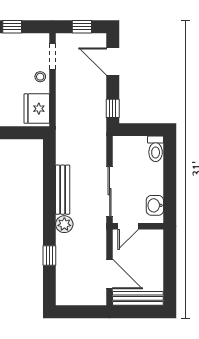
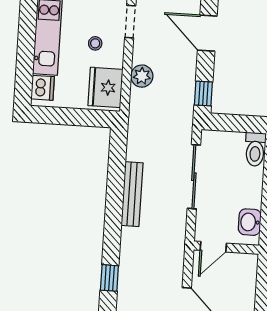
stool: (40, 77) -> (95, 43), moved
sliding door: (110, 192) -> (194, 177), moved
plant: (64, 224) -> (142, 76), moved

